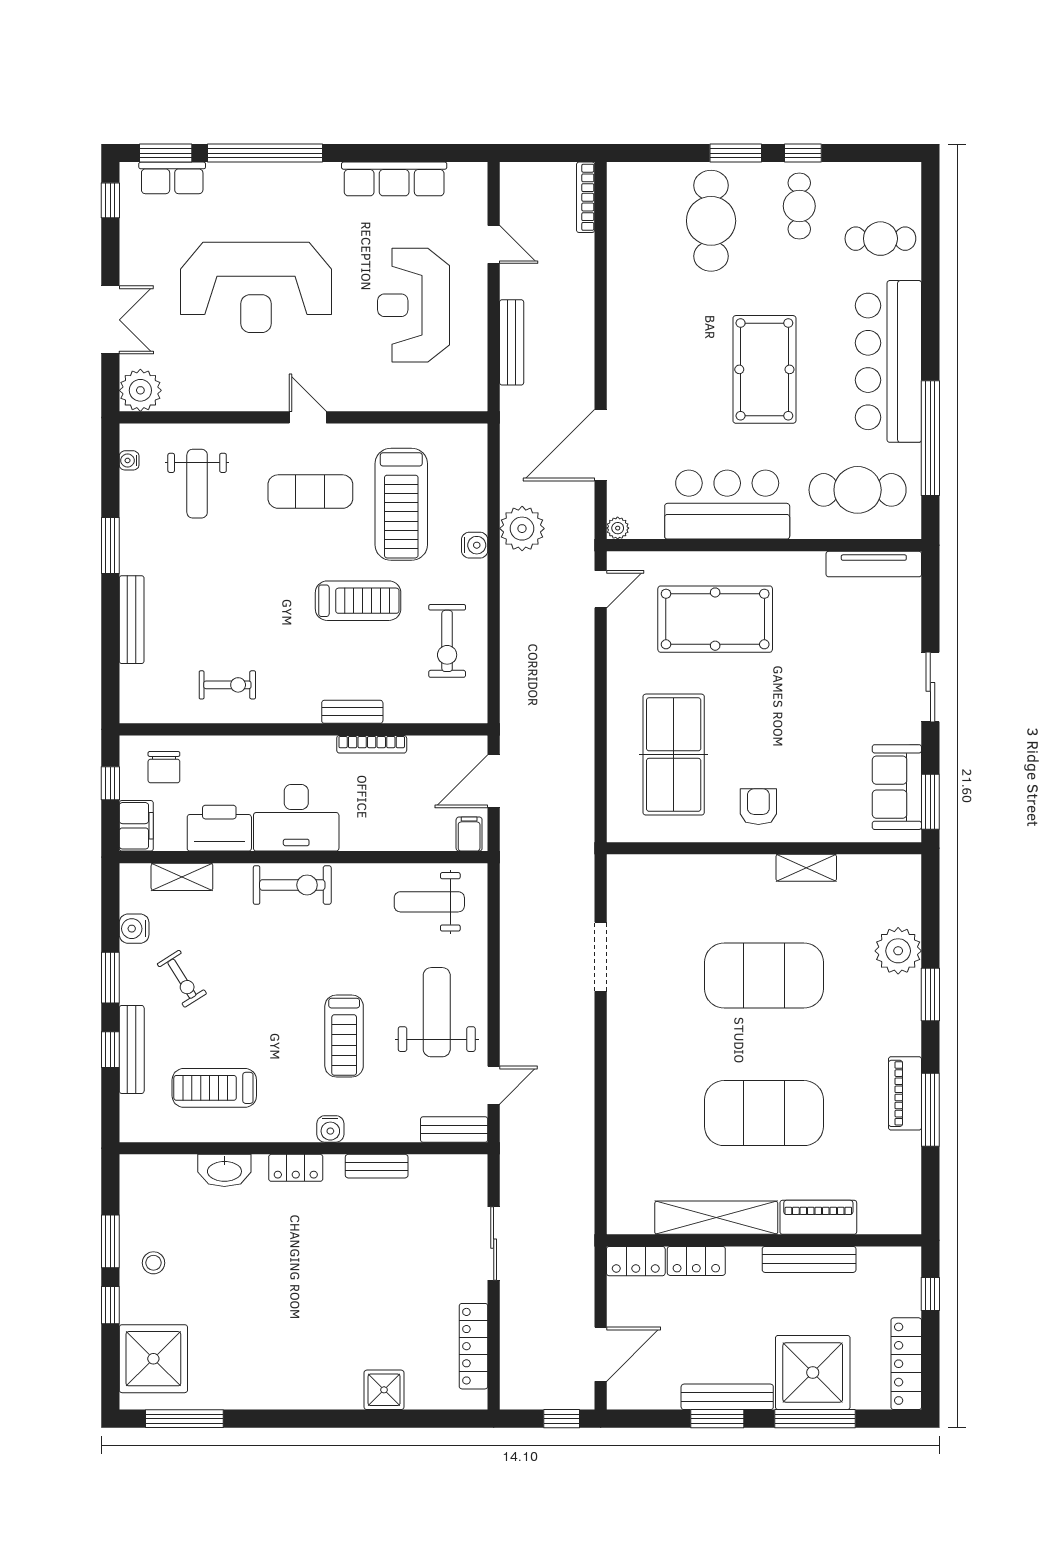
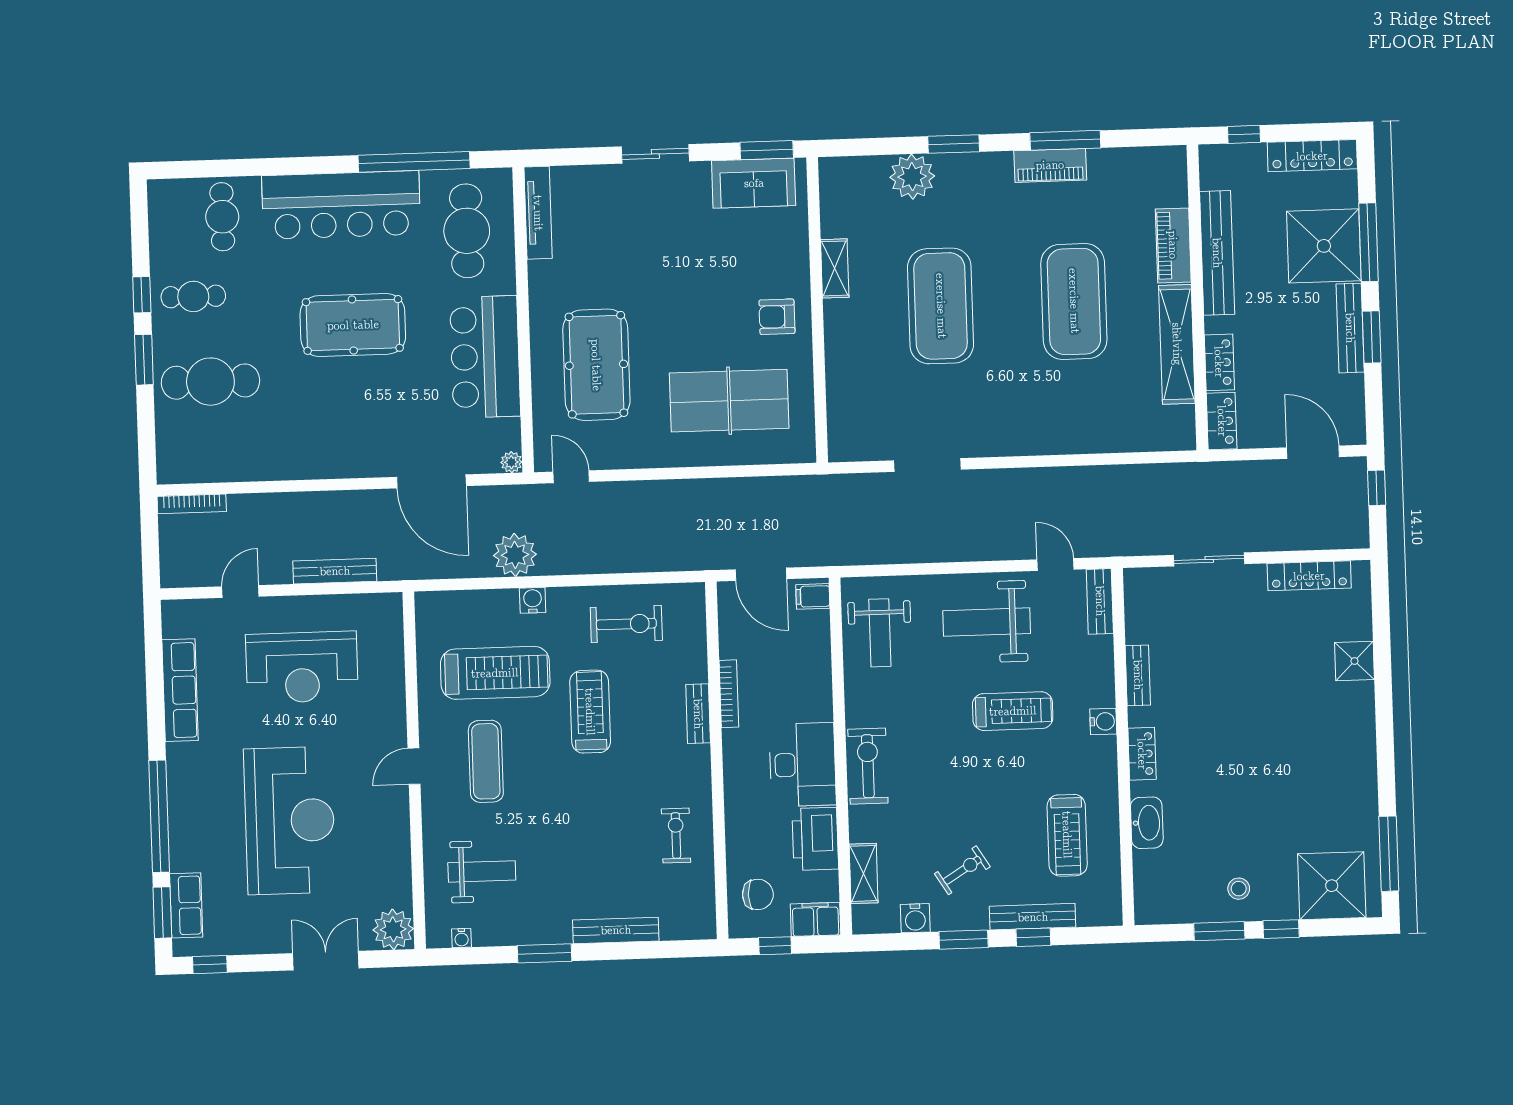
bench: (809, 1259) -> (1217, 253), width x1.37, depth x1.21

